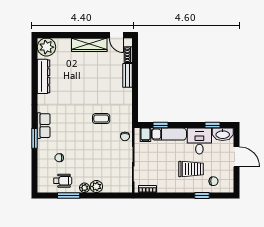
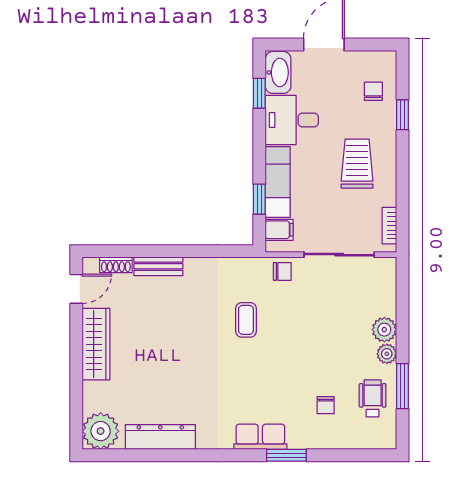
trolley: (191, 169) -> (357, 164), moved

